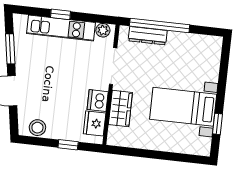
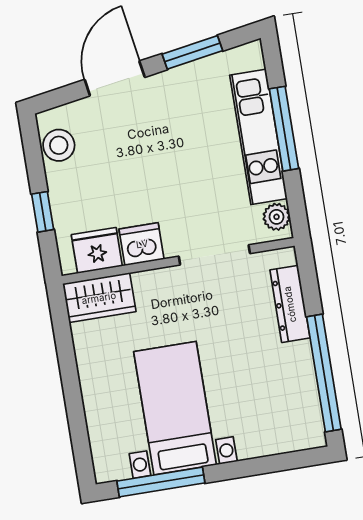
window: (60, 14) -> (284, 129), width x2.17
window: (160, 25) -> (324, 373), moved
wardrobe: (120, 108) -> (99, 298), moved
window: (218, 124) -> (161, 482), width x2.17

